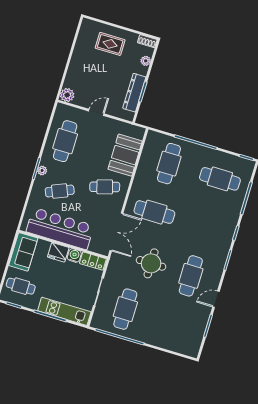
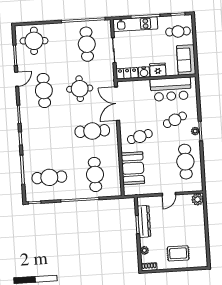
bar counter: (60, 229) -> (171, 89), width x0.73
round table: (182, 334) -> (34, 41), added

